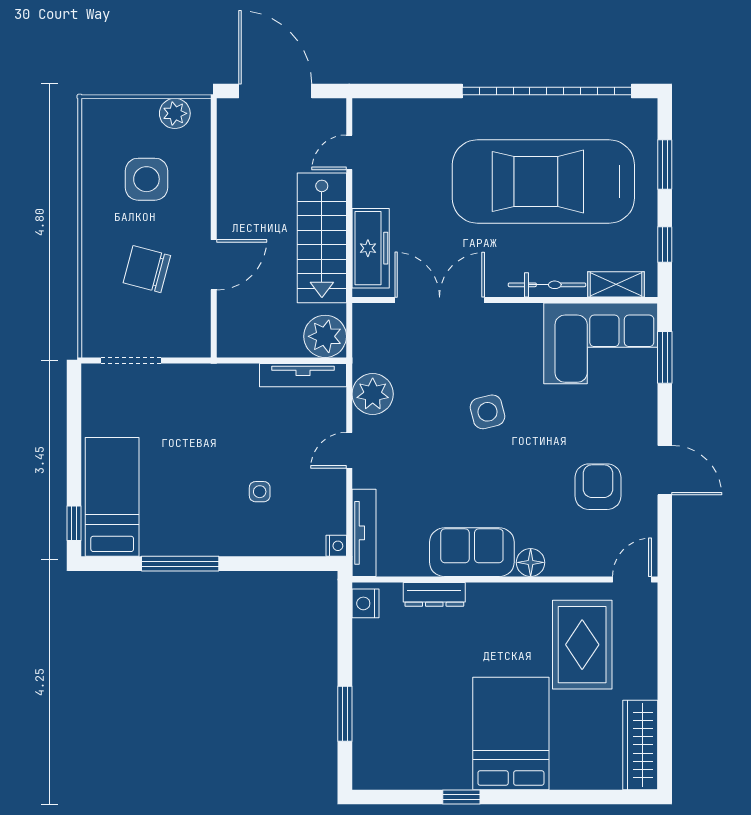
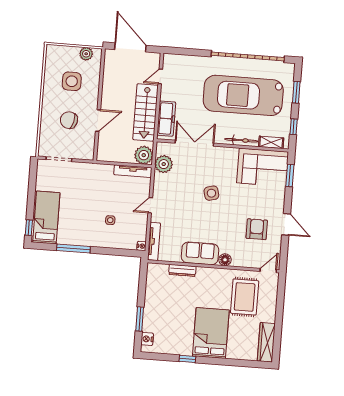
plant: (373, 394) -> (164, 164), moved
nightstand: (365, 603) -> (147, 339), moved

